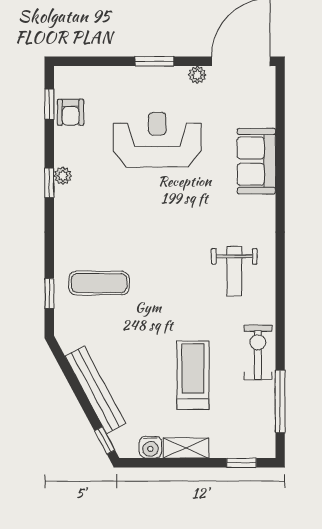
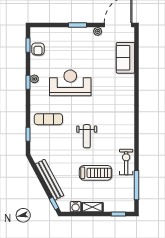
reception desk: (157, 140) -> (70, 83), moved
sofa: (256, 161) -> (125, 58), moved
weight bench: (234, 271) -> (87, 136), moved
exercise mat: (99, 283) -> (48, 119), moved
treadmill: (193, 375) -> (96, 173), turned 90

